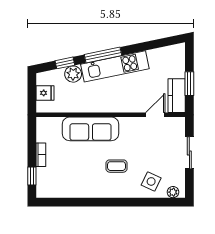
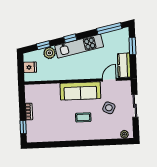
window: (158, 44) -> (109, 29), added
window: (103, 55) -> (70, 38), width x0.46
window: (189, 84) -> (132, 46), moved
sofa: (91, 129) -> (80, 91), moved
side table: (151, 181) -> (109, 108), moved

